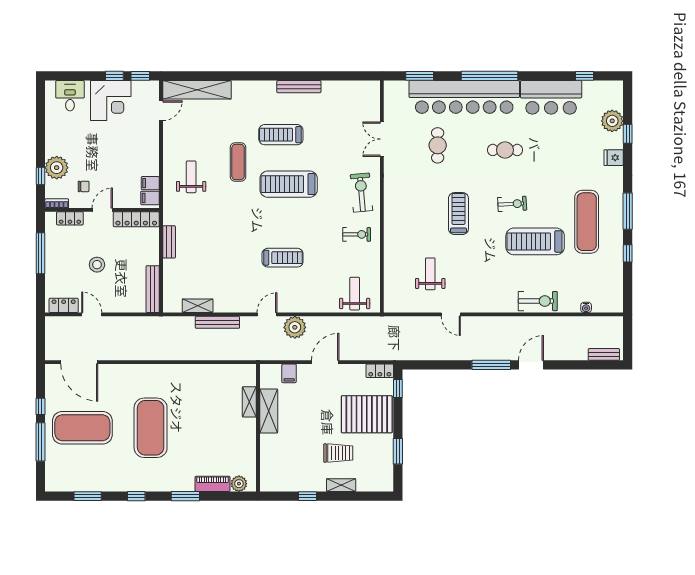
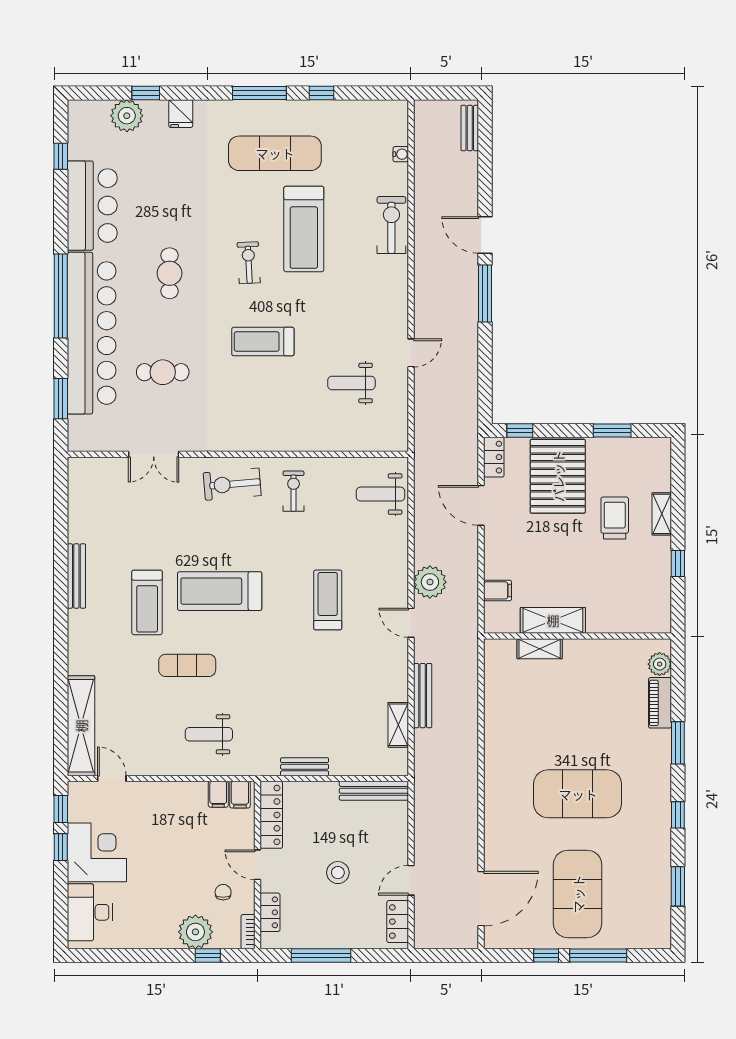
desk: (70, 96) -> (90, 912), width x1.37
treadmill: (289, 184) -> (220, 591), turned 90
door: (325, 362) -> (481, 505), moved

